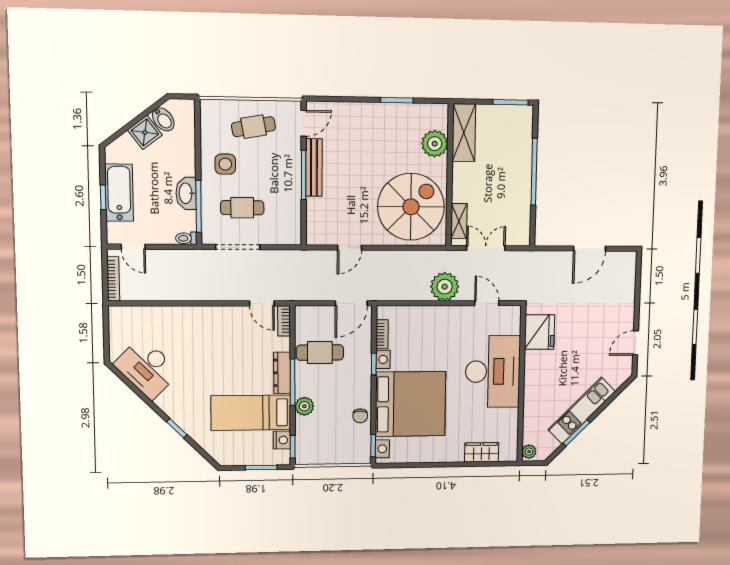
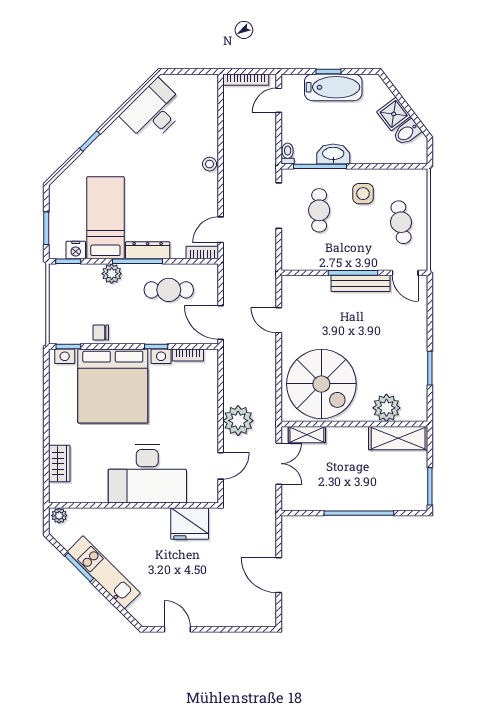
stool: (198, 314) -> (209, 164), added
cafe table: (320, 353) -> (169, 290), turned 90

